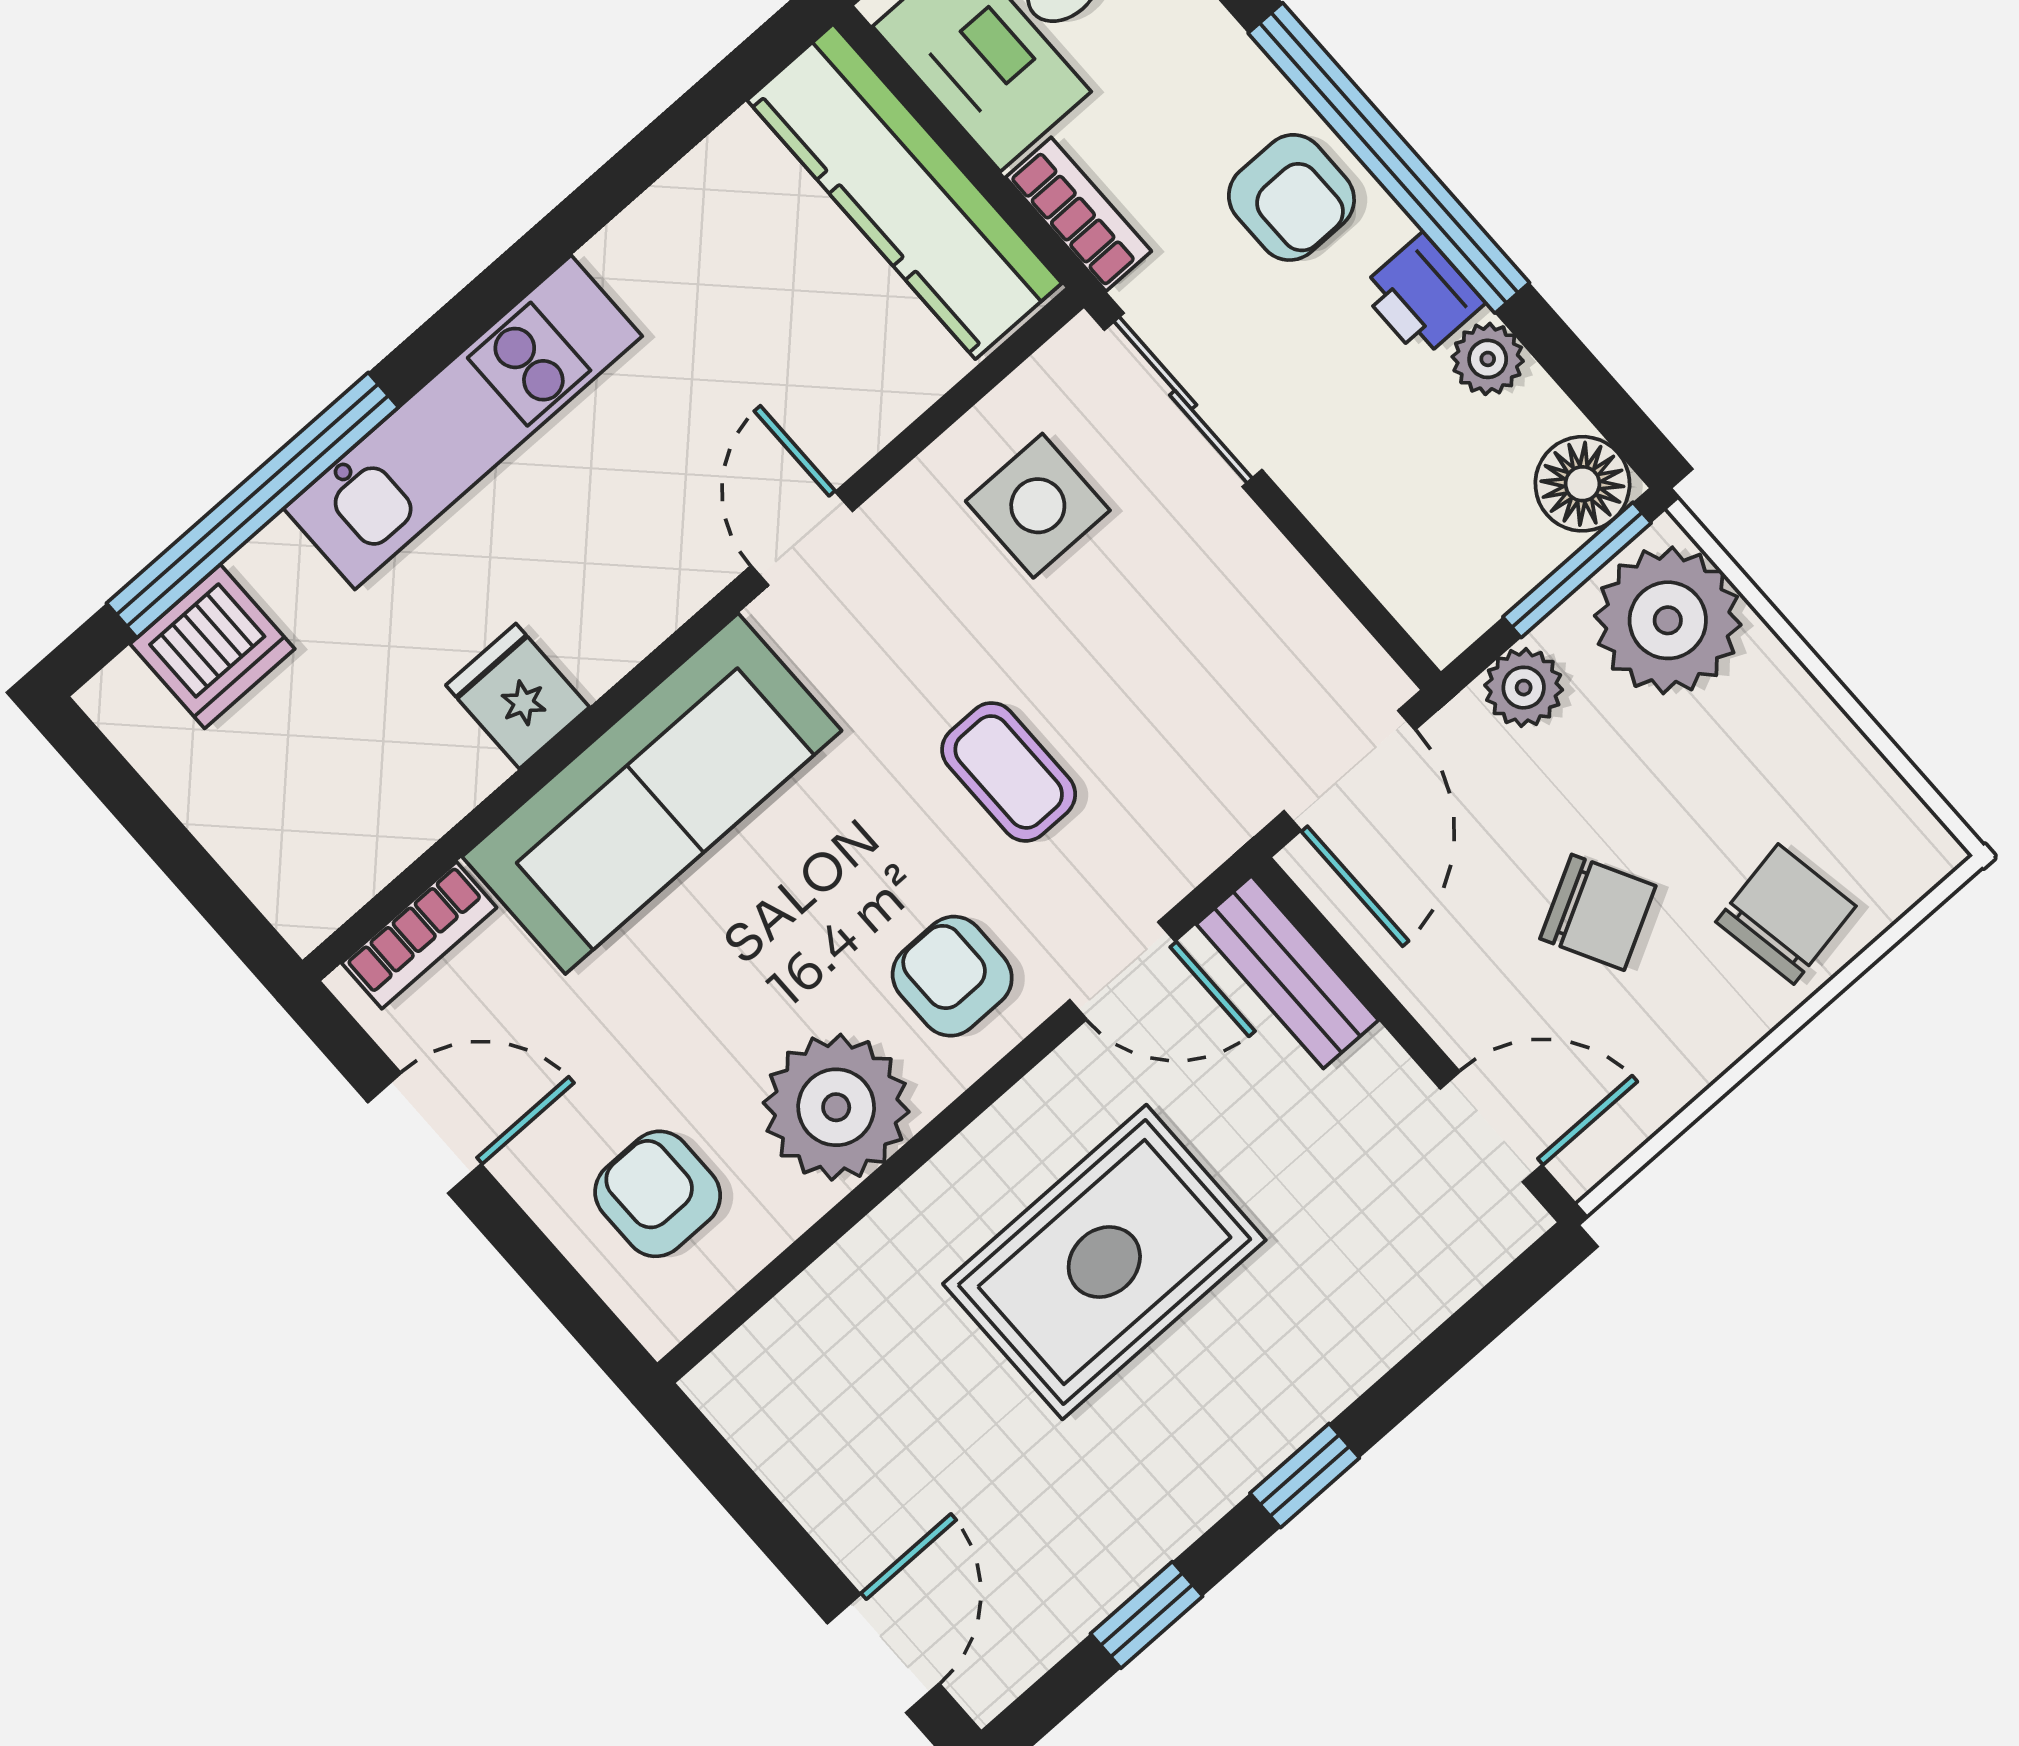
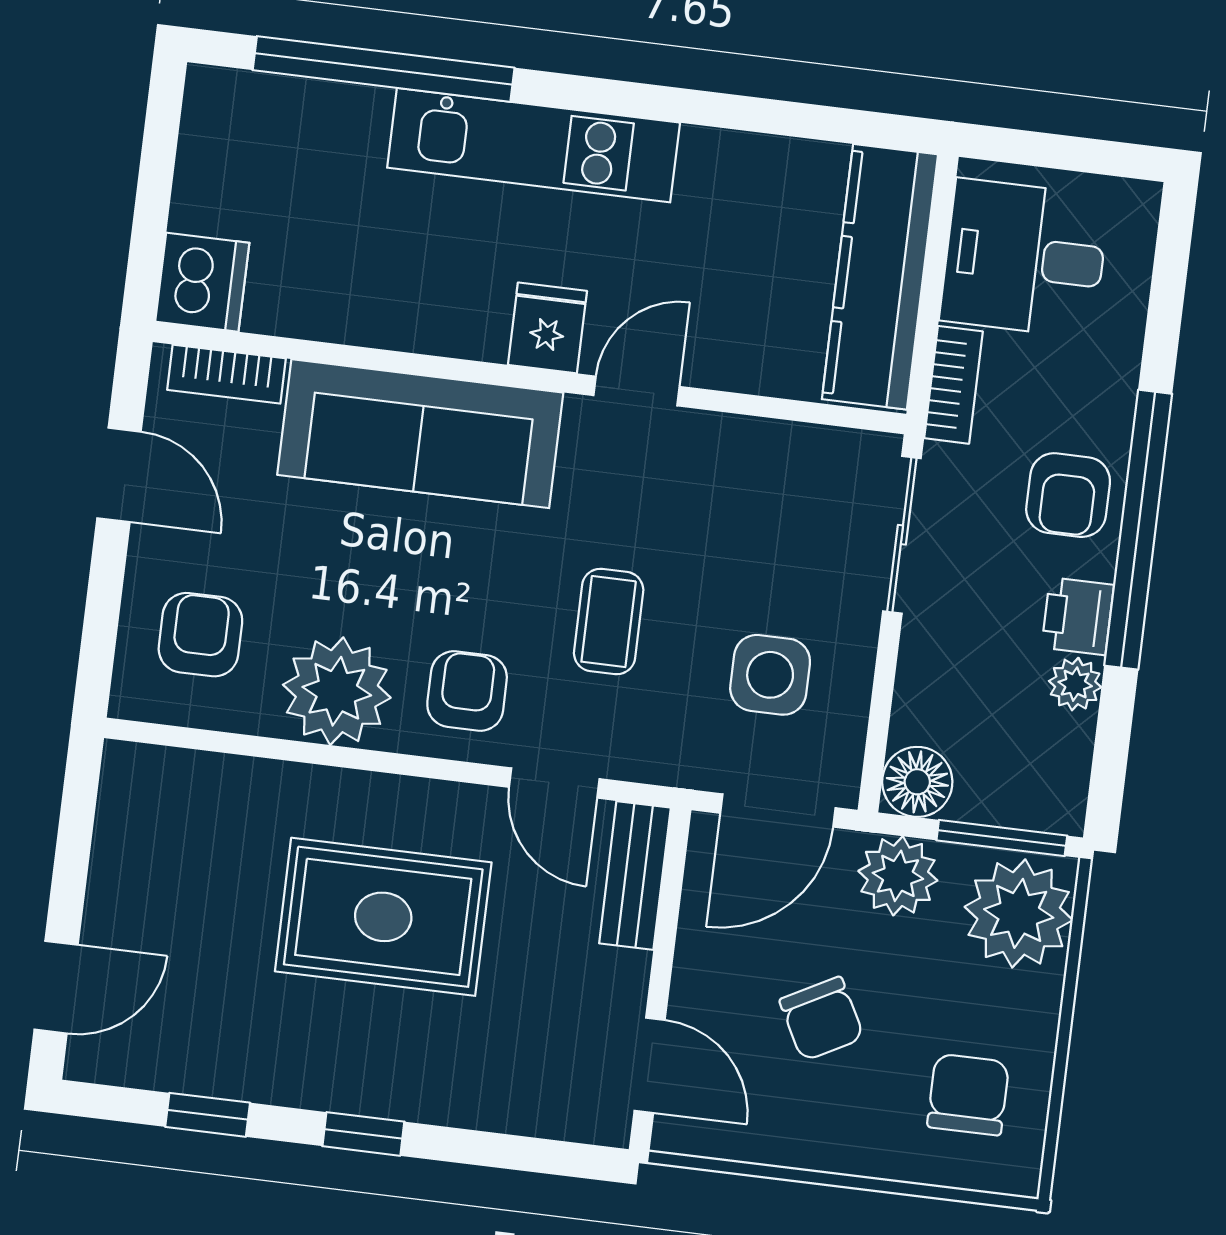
floor lamp: (1582, 484) -> (917, 782), moved
side table: (1038, 506) -> (770, 675), moved
dishwasher: (212, 646) -> (202, 282), moved, turned -90
plant: (1524, 688) -> (898, 876), width x1.38, depth x1.38
fridge: (518, 696) -> (547, 328), moved
chair: (1786, 914) -> (968, 1095), moved, turned -80

